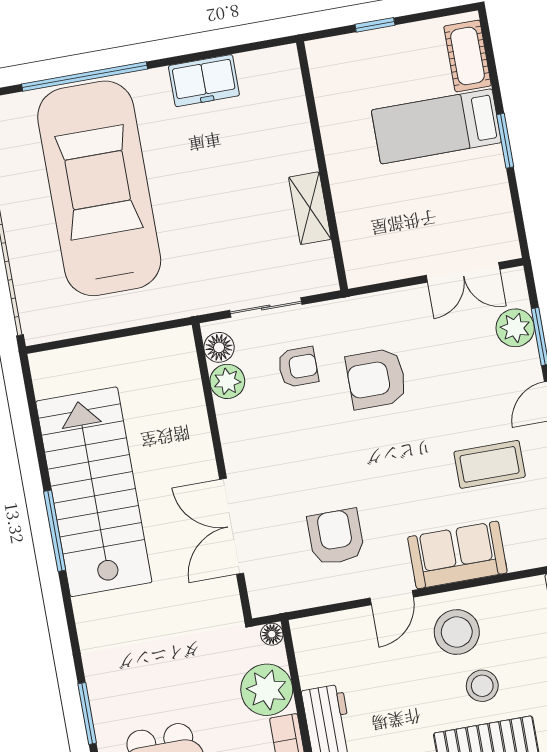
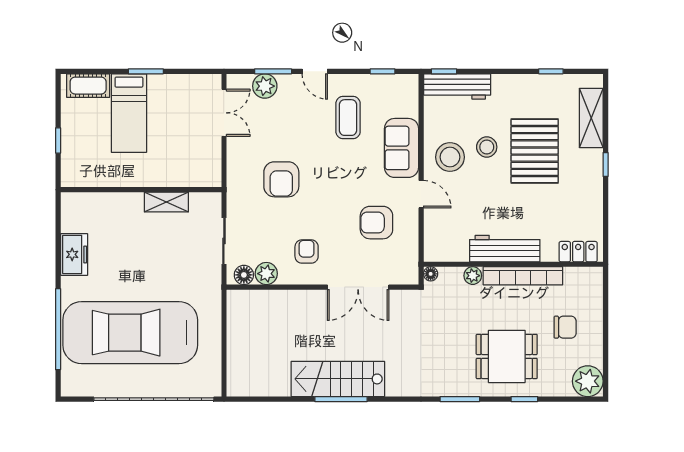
armchair: (298, 367) -> (307, 252), moved
stairs: (94, 492) -> (338, 379), width x0.73, depth x0.66
plant: (267, 690) -> (473, 276), width x0.53, depth x0.53

